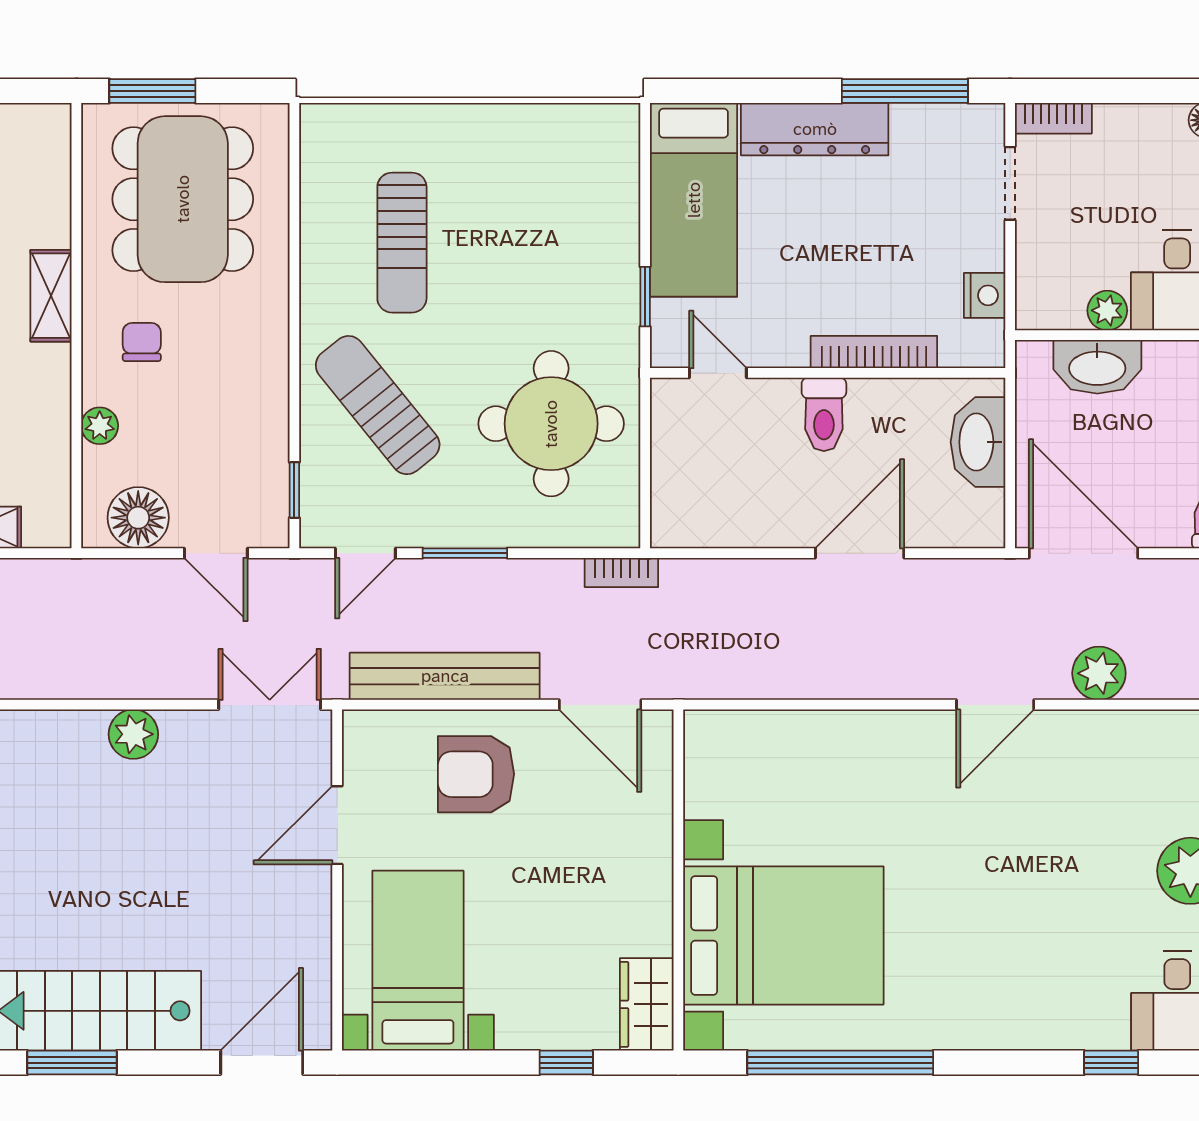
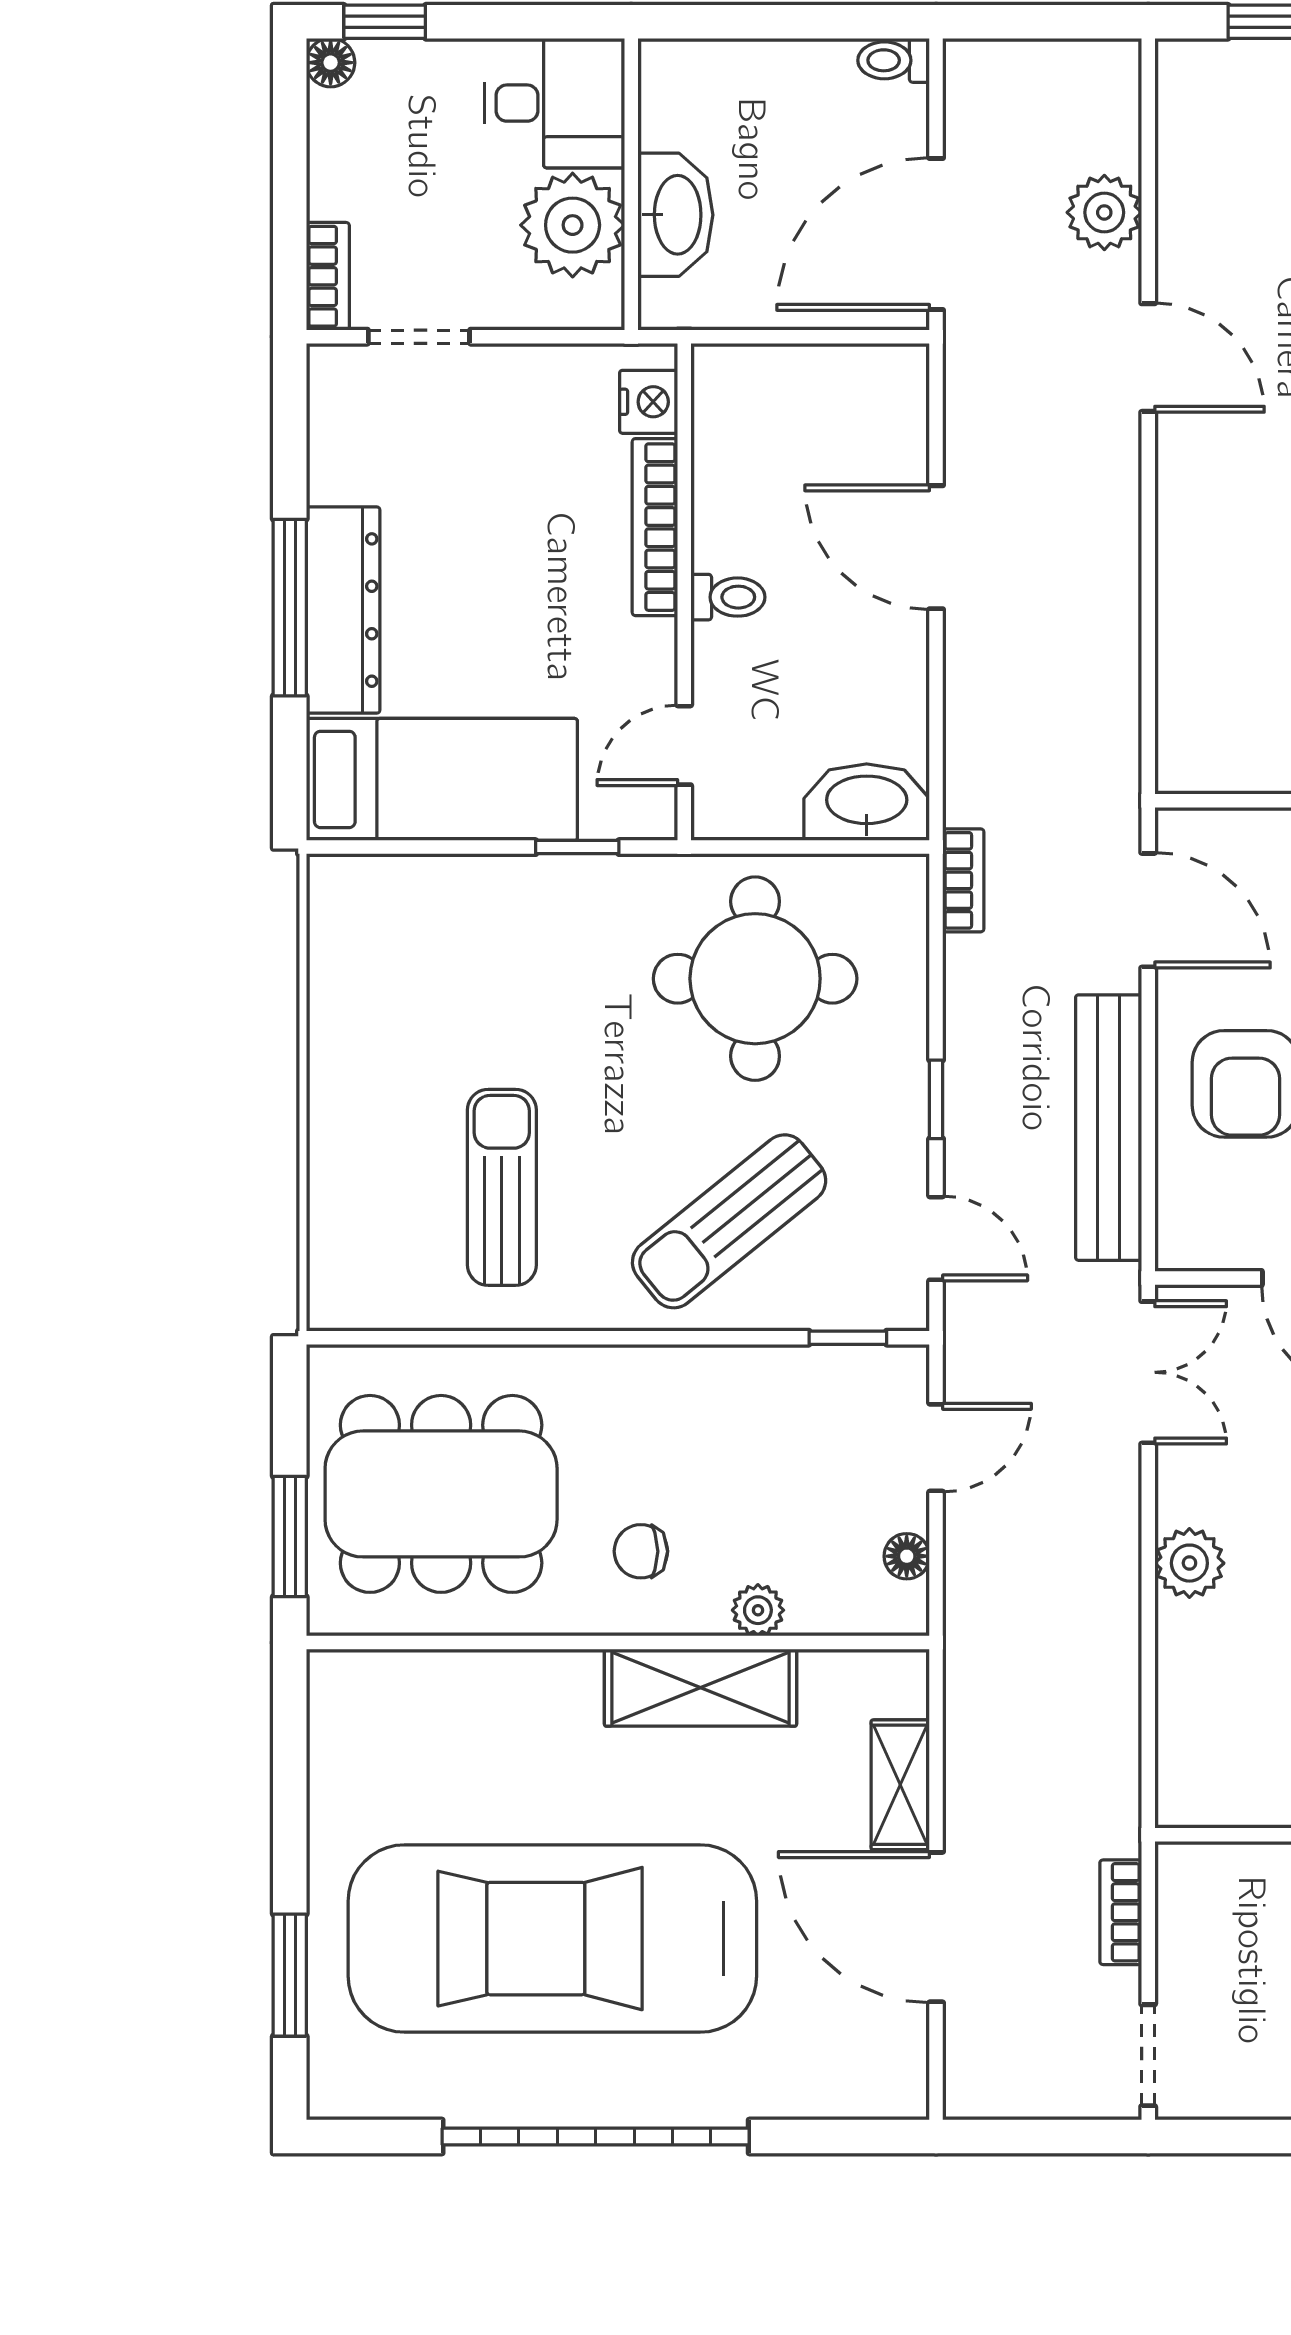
window: (905, 91) -> (290, 608), moved
sun lounger: (402, 243) -> (502, 1187), turned -90
nightstand: (985, 295) -> (649, 402), moved, turned 90
shelving: (51, 296) -> (701, 1688), moved, width x1.50, depth x1.33
plant: (1107, 310) -> (573, 225), width x1.87, depth x1.87
toilet: (824, 414) -> (728, 597), width x0.73, depth x0.72
washbasin: (978, 442) -> (867, 802), moved, turned 180
floor lamp: (138, 518) -> (907, 1556), width x0.53, depth x0.53
window: (465, 553) -> (936, 1099), width x0.67
double door: (270, 705) -> (1148, 1372), swing flipped
door: (600, 705) -> (1148, 910), hinge flipped

